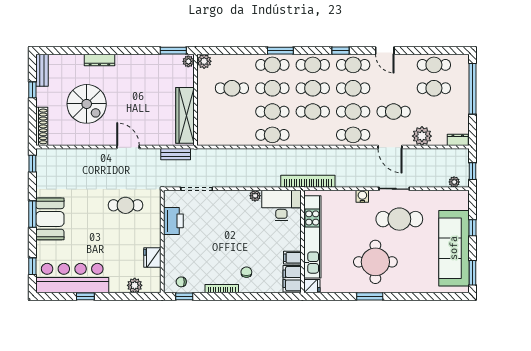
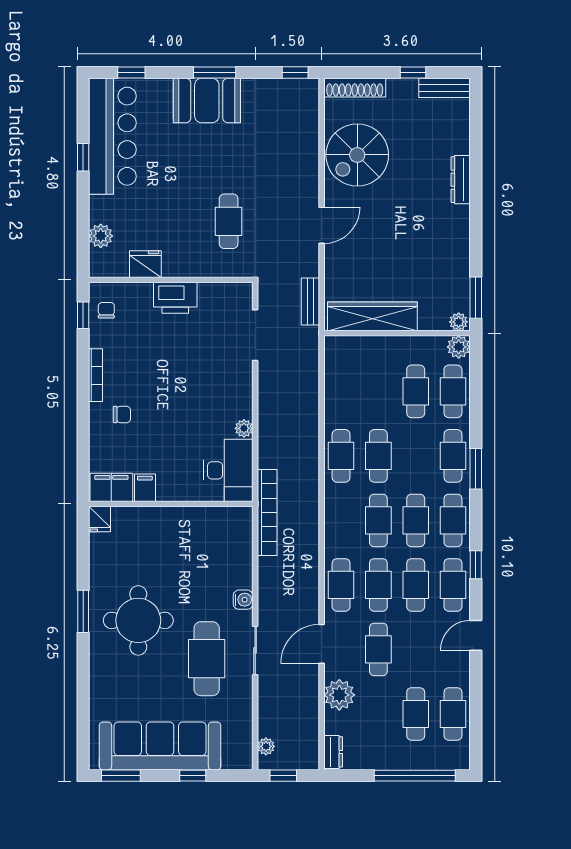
cafe table: (272, 88) -> (453, 391), moved
spiral stairs: (87, 104) -> (357, 155), moved
printer: (173, 221) -> (175, 298), moved
kitchen unit: (312, 237) -> (178, 520), removed

